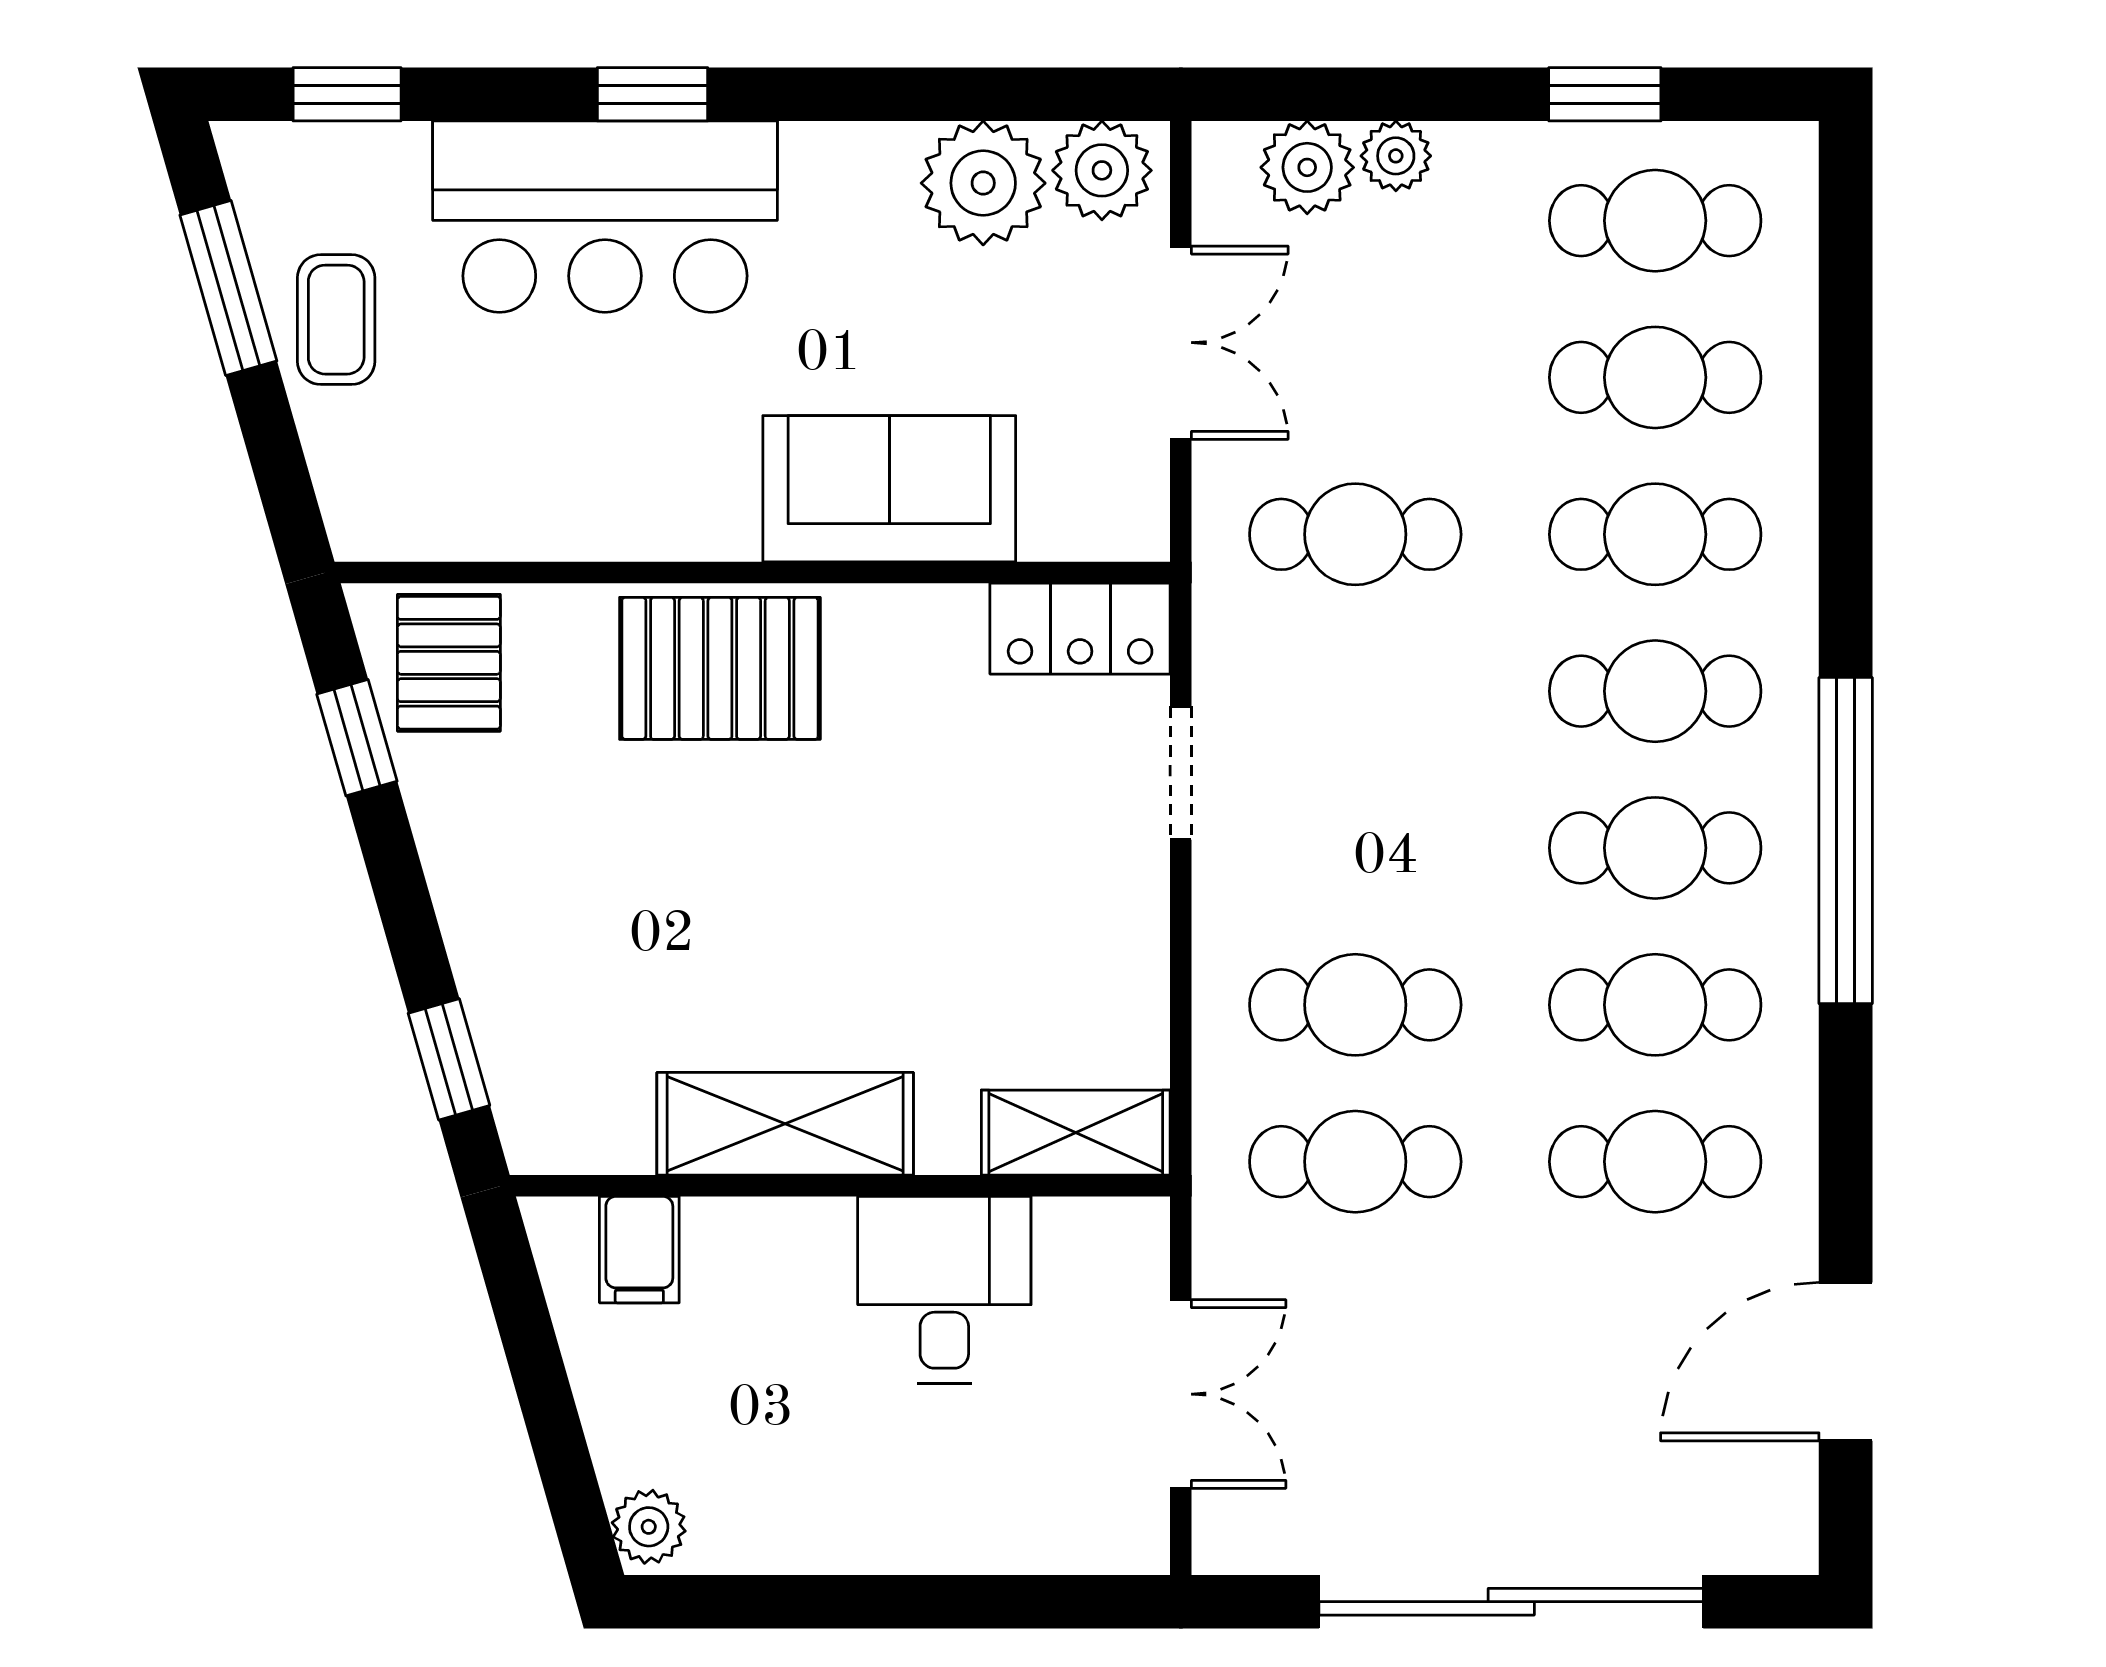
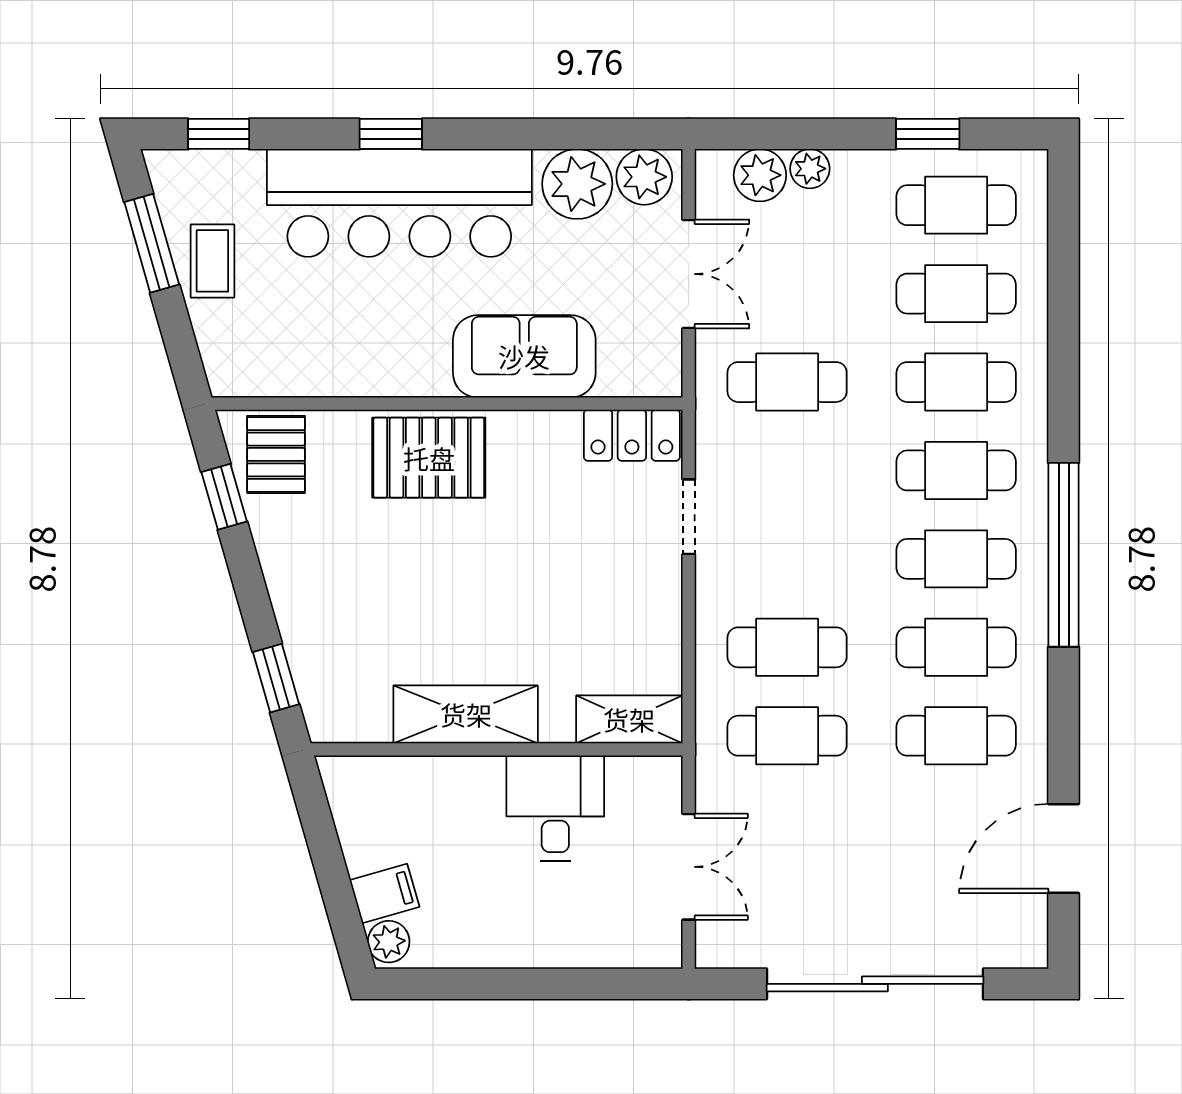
bar counter: (605, 217) -> (399, 203), width x1.36
filing cabinet: (639, 1250) -> (384, 894), moved, turned -106

